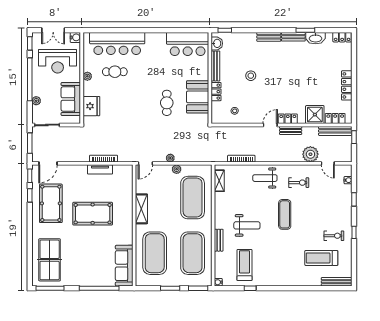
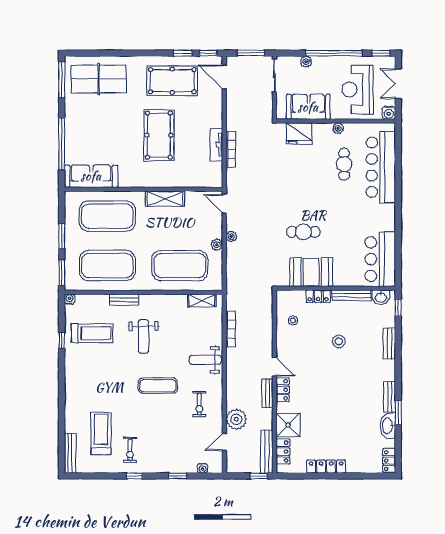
bench: (269, 37) -> (389, 343), moved
weight bench: (265, 178) -> (205, 360), turned -90

